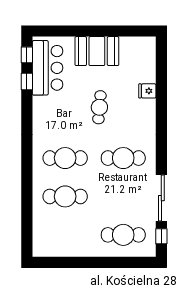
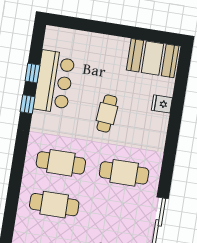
booth: (97, 51) -> (153, 58), moved
window: (27, 55) -> (28, 104), moved
bar counter: (48, 68) -> (54, 82), moved

